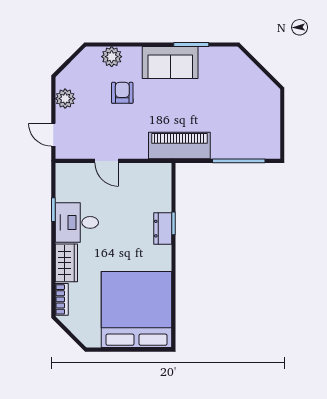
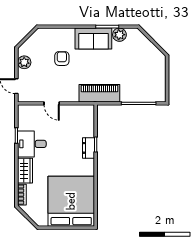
plant: (112, 57) -> (119, 35), moved

